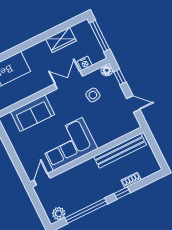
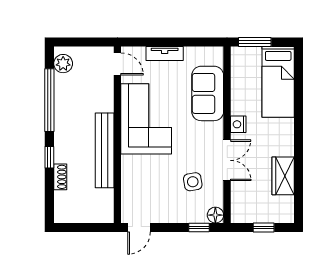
window: (100, 36) -> (264, 228), width x0.46
nightstand: (85, 63) -> (238, 124), moved
door: (133, 104) -> (139, 228), moved
bench: (120, 151) -> (105, 150), moved
tv unit: (21, 153) -> (165, 53), added

